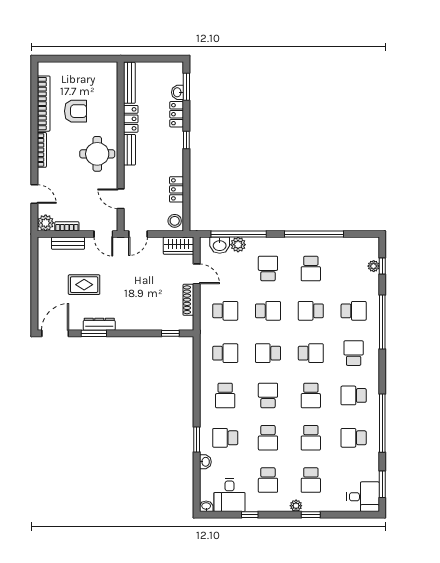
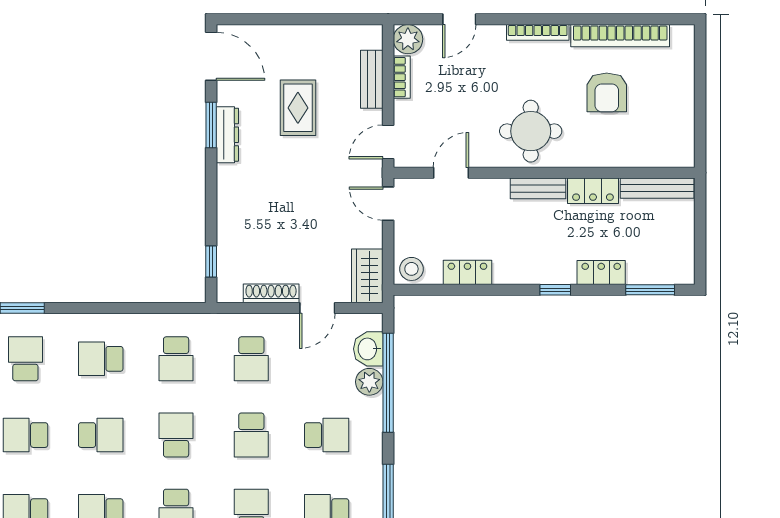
washbasin: (178, 92) -> (640, 274), removed

